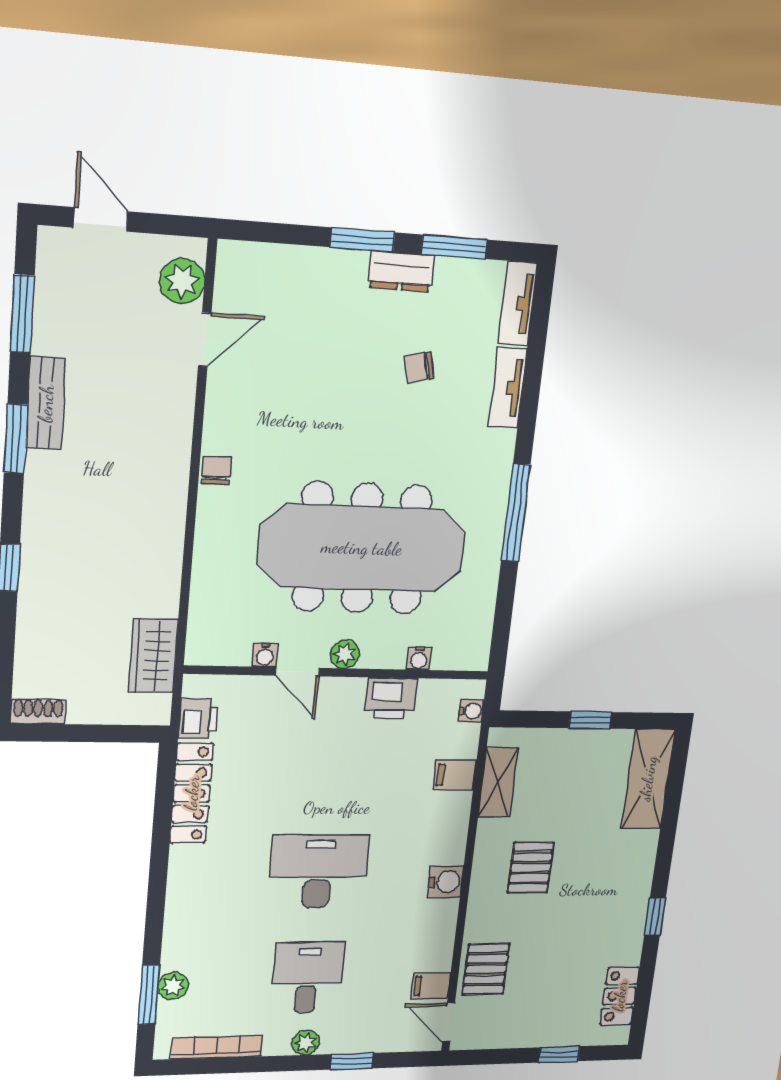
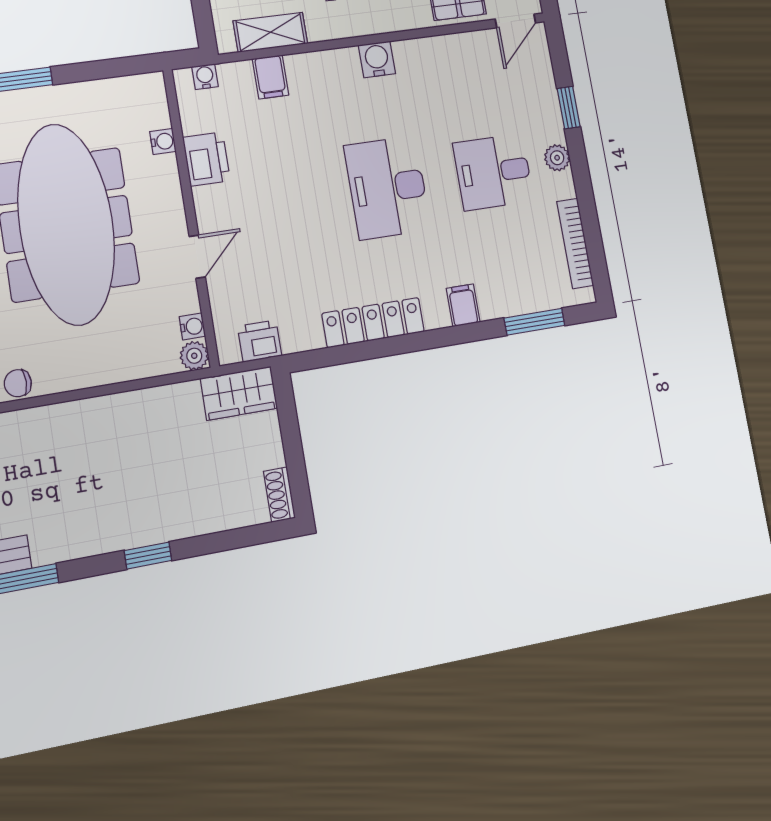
plant: (345, 654) -> (194, 356), moved
water cooler: (265, 655) -> (192, 326), moved
wardrobe: (153, 656) -> (239, 393), moved
locker: (192, 793) -> (373, 323), moved
plant: (173, 986) -> (522, 300), removed
filing cabinet: (431, 986) -> (463, 305), moved, turned 180

